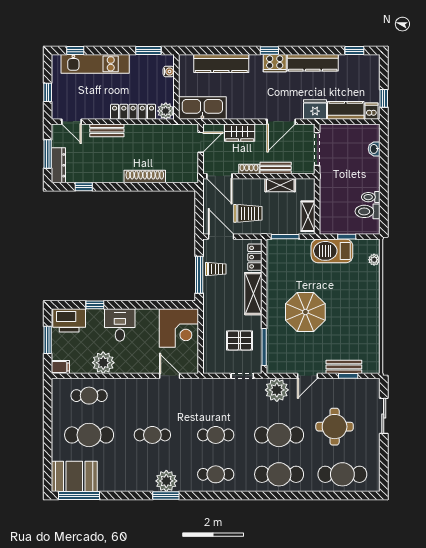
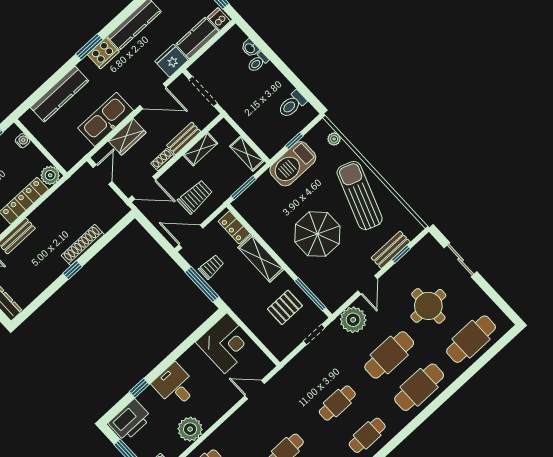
window: (269, 50) -> (89, 47), width x1.50
kitchen sink: (202, 108) -> (106, 119), moved
door: (281, 122) -> (153, 96), hinge flipped
window: (84, 187) -> (72, 270), moved
toilet: (371, 197) -> (258, 62), moved
sun lounger: (356, 312) -> (360, 196), added

